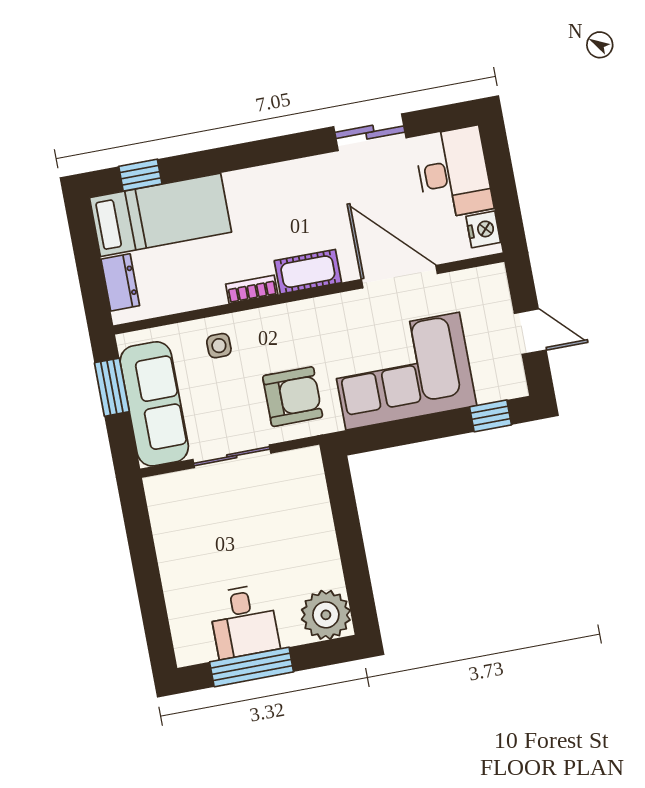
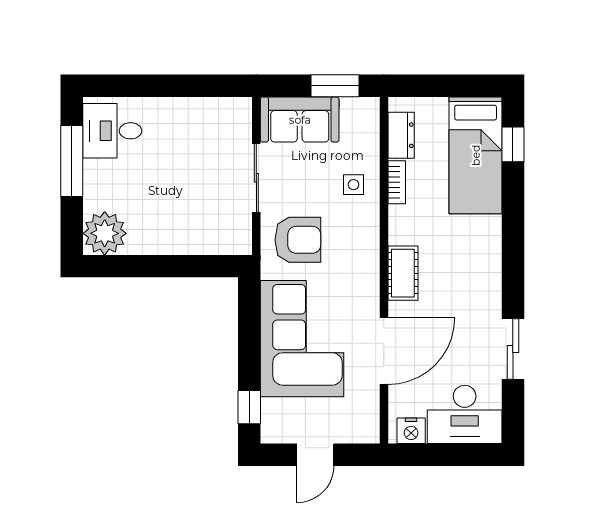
dresser: (120, 282) -> (401, 135), moved, turned -90
bookcase: (252, 289) -> (397, 182), moved
armchair: (293, 397) -> (298, 240), turned -90
sofa: (154, 404) -> (300, 120), width x0.73
desk: (244, 621) -> (112, 131), moved

